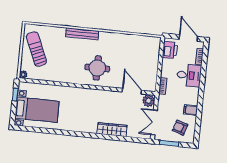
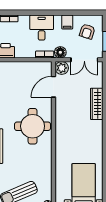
round table: (97, 68) -> (33, 126), width x1.36, depth x1.36
desk: (189, 75) -> (42, 28), moved
floor lamp: (163, 101) -> (60, 52), added

